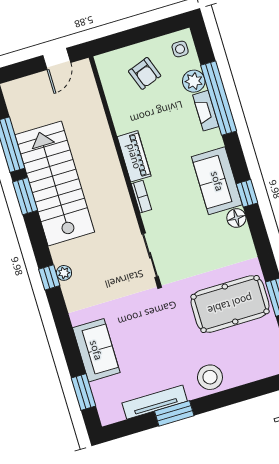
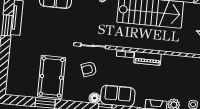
armchair: (145, 73) -> (89, 69), moved
stool: (210, 377) -> (18, 51), removed

